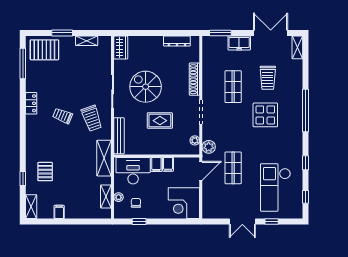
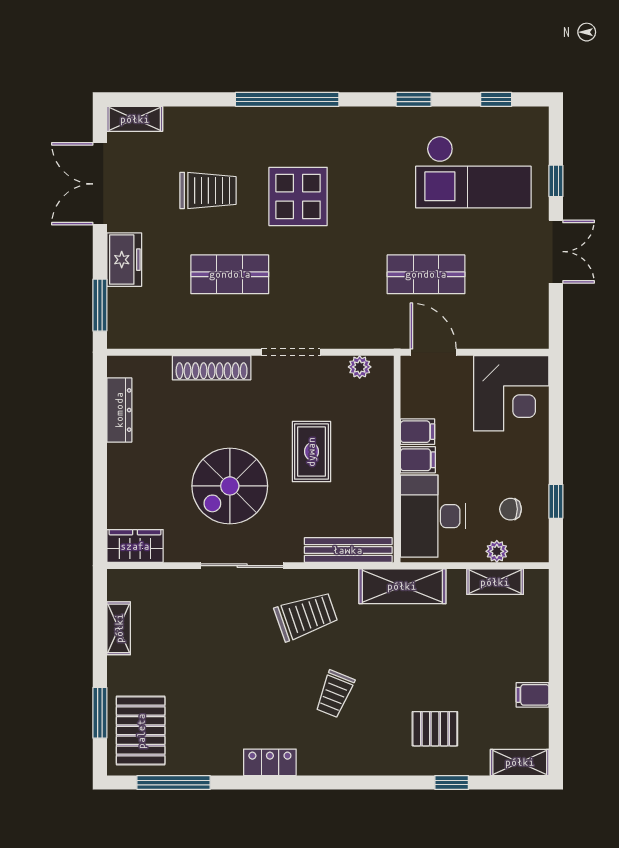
window: (62, 33) -> (100, 713), moved
trolley: (63, 116) -> (335, 694), moved
plant: (209, 147) -> (375, 333), removed

